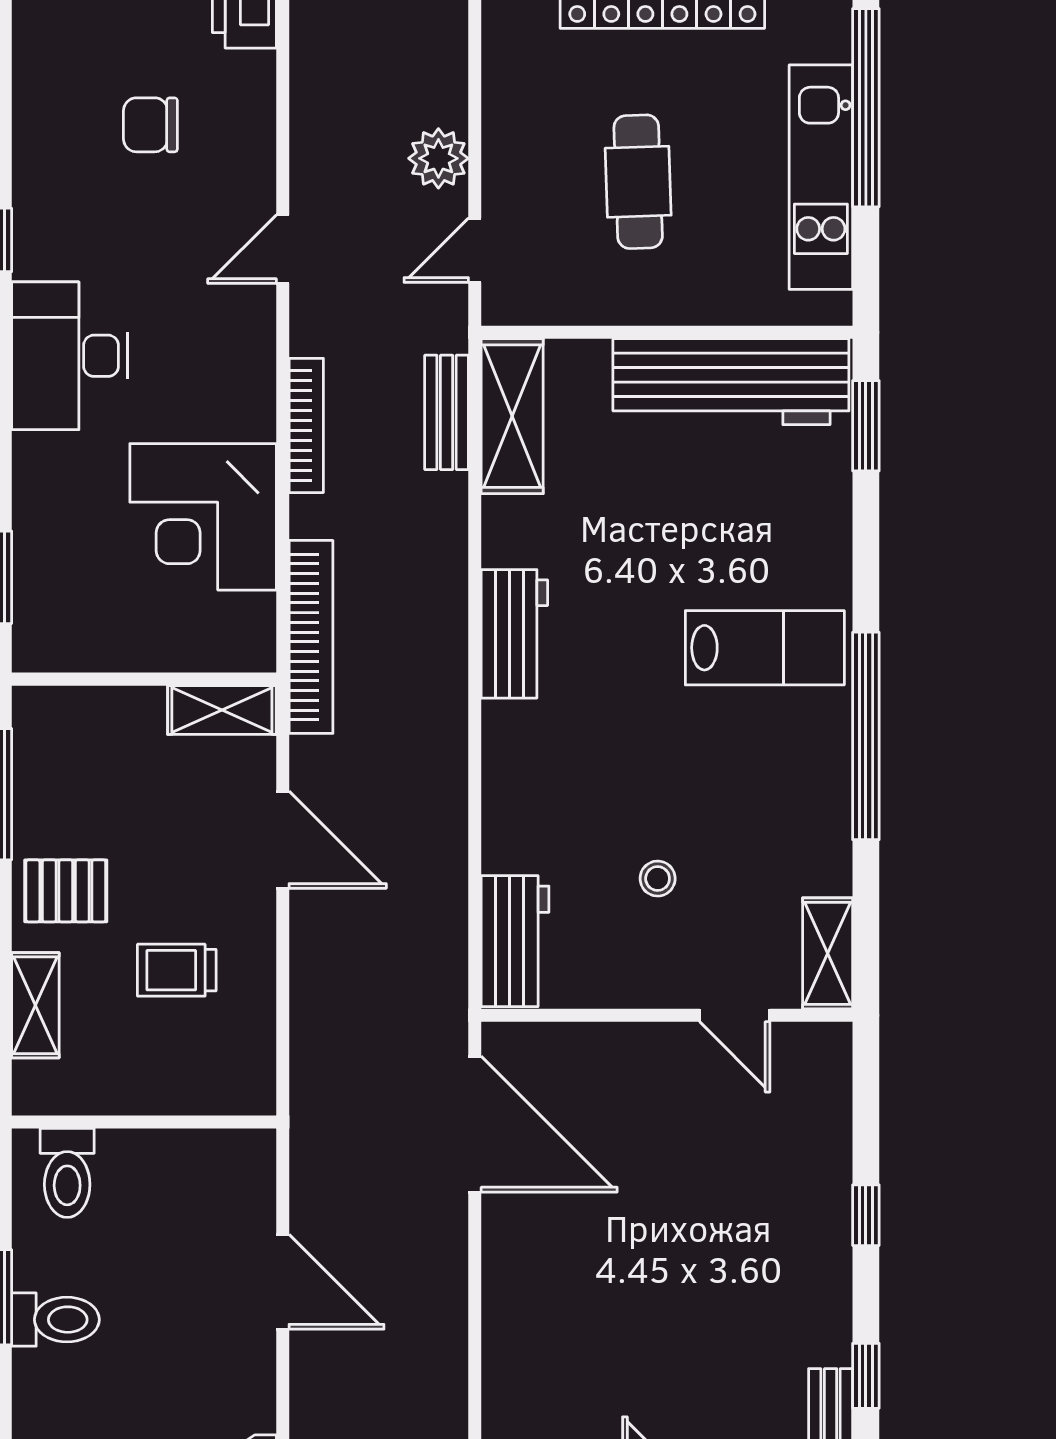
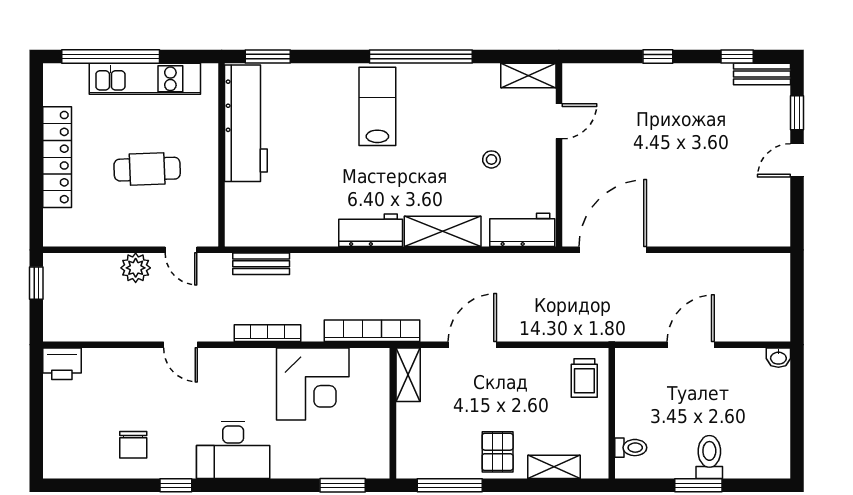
chair: (150, 125) -> (133, 445), moved
shelving: (512, 416) -> (443, 231), moved
trolley: (177, 970) -> (584, 378), moved
toilet: (67, 1173) -> (631, 448), width x0.73, depth x0.72

